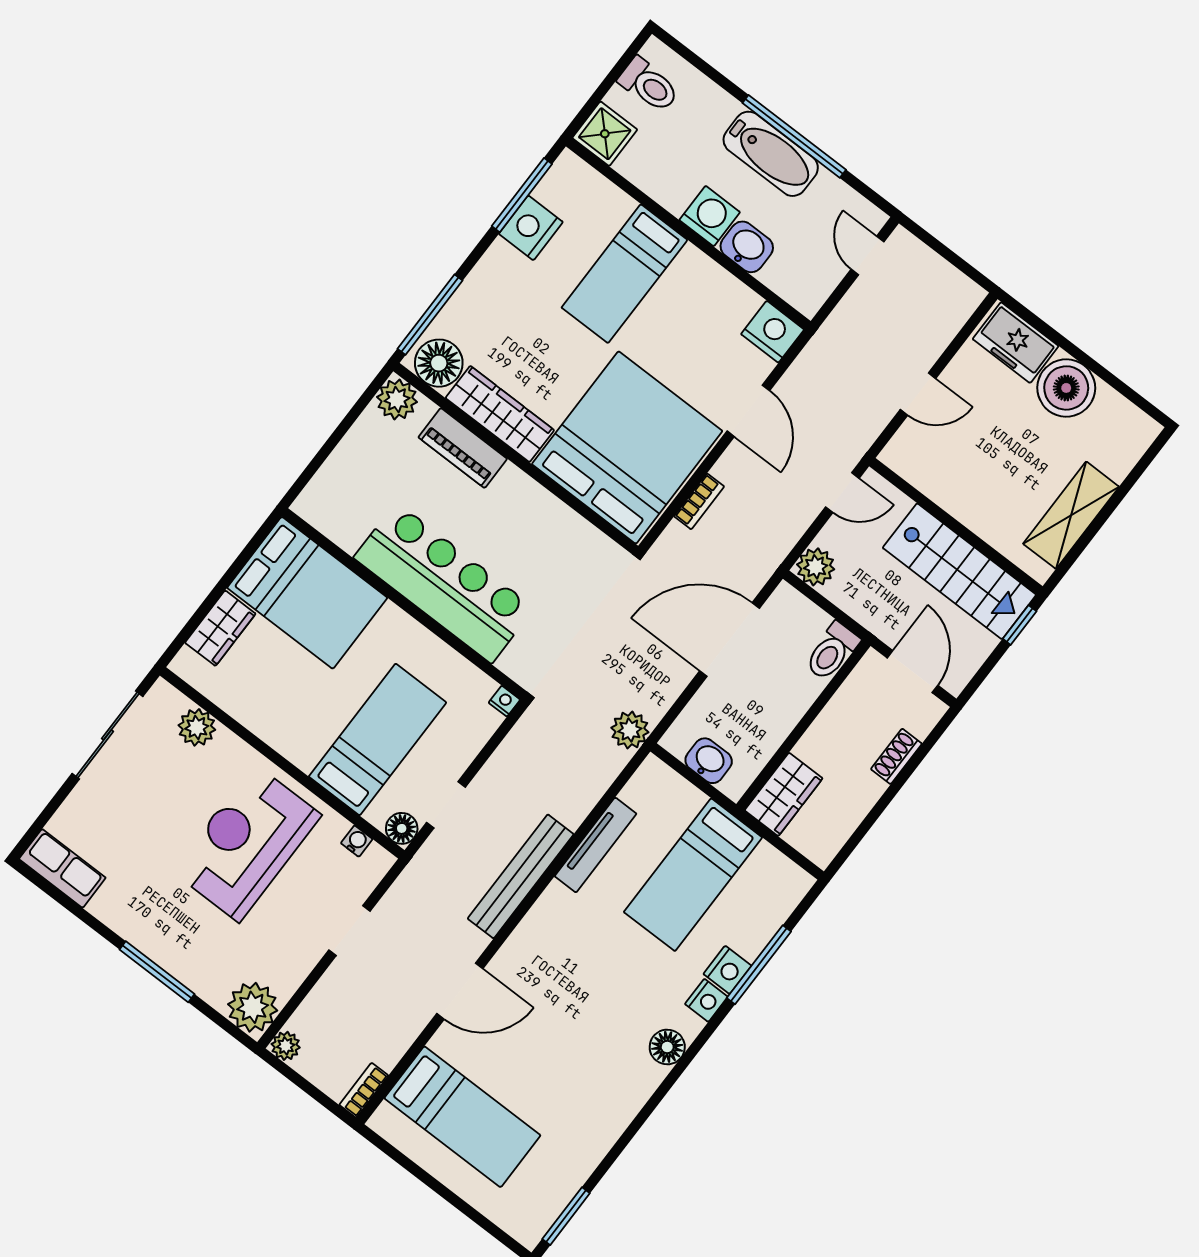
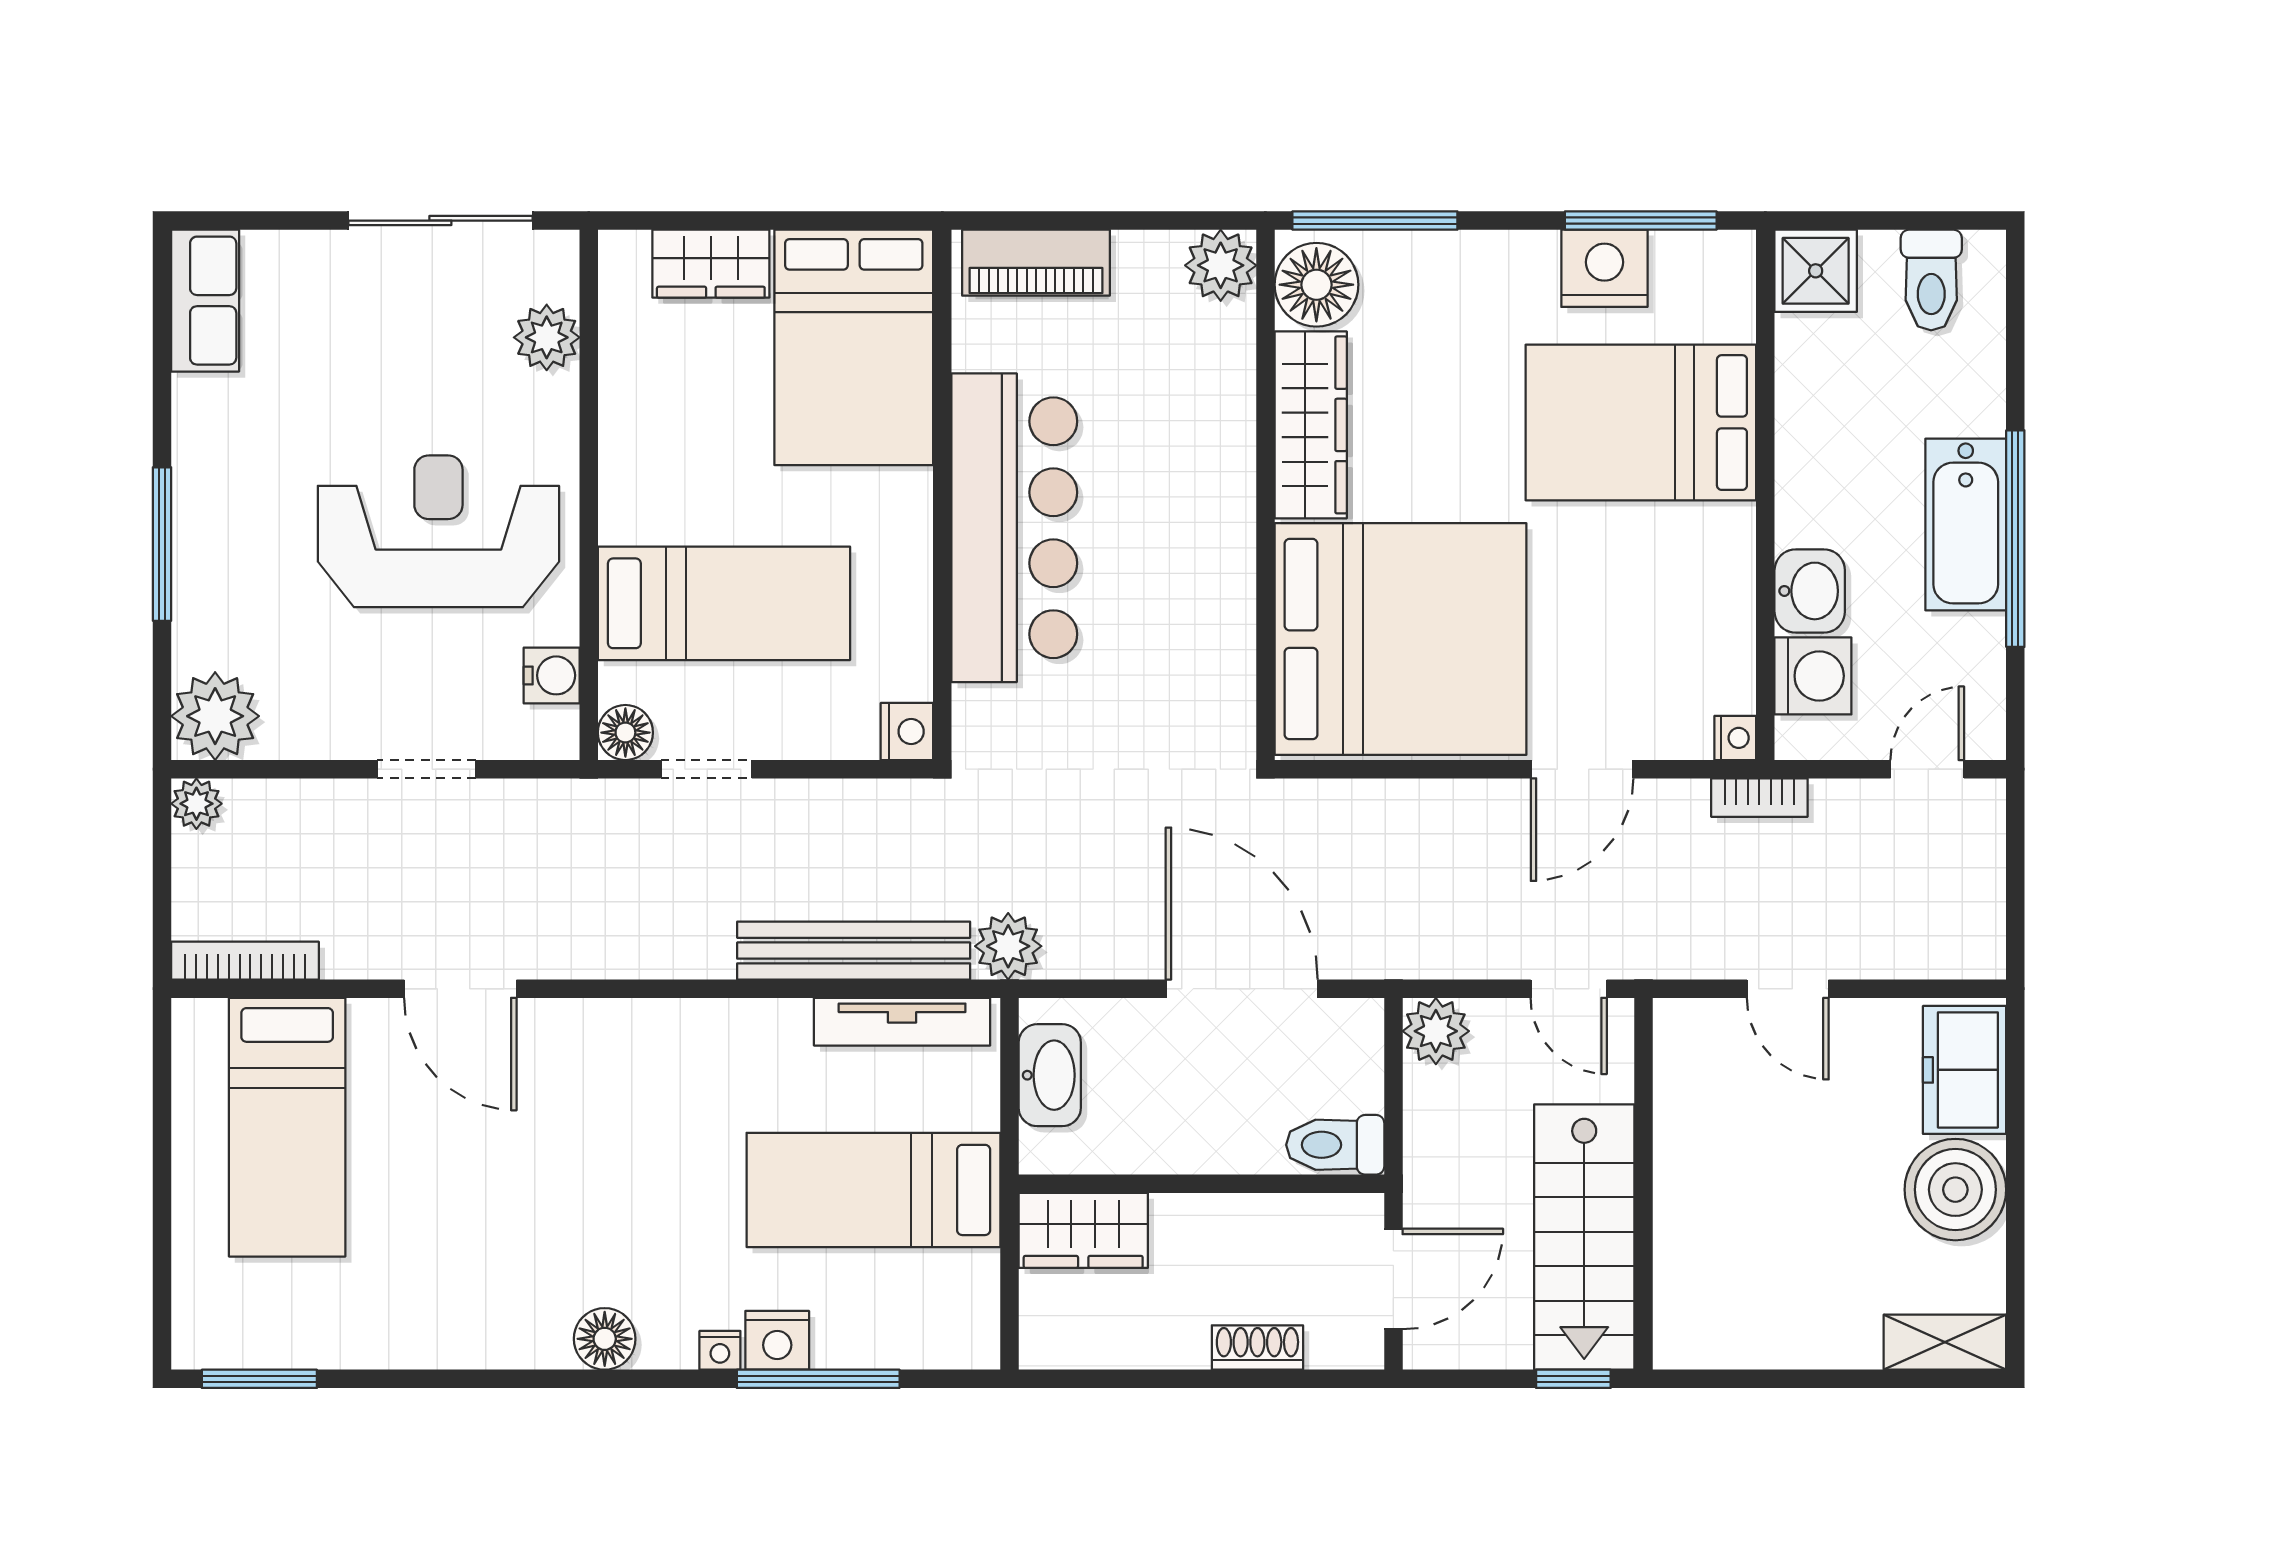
washing machine: (710, 216) -> (1813, 676), moved
bed: (624, 274) -> (1641, 423), width x1.50
nightstand: (773, 332) -> (1735, 738), width x0.53, depth x0.56
piano: (463, 448) -> (1036, 263), moved, turned -90
bookcase: (699, 501) -> (1759, 798), moved
shelving: (1071, 515) -> (1945, 1342), moved, width x0.67, depth x0.75
nightstand: (504, 701) -> (907, 731), width x1.39, depth x1.35
washbasin: (709, 761) -> (1050, 1075), width x1.38
water cooler: (357, 841) -> (552, 675), width x1.38, depth x1.38
tv unit: (596, 845) -> (902, 1022), moved
bench: (521, 876) -> (854, 951), moved
nightstand: (706, 1000) -> (720, 1350), width x0.72, depth x0.74
bookcase: (364, 1090) -> (245, 961), width x1.56

